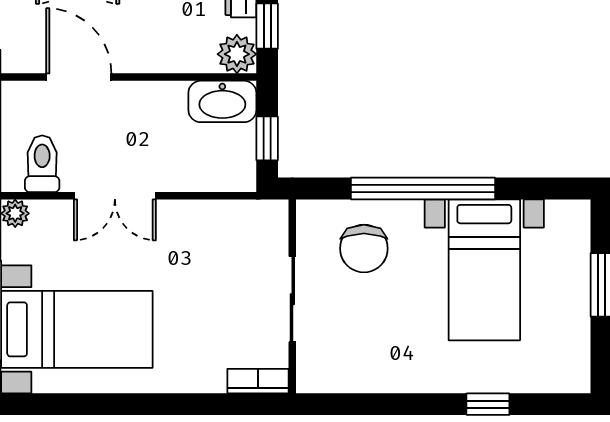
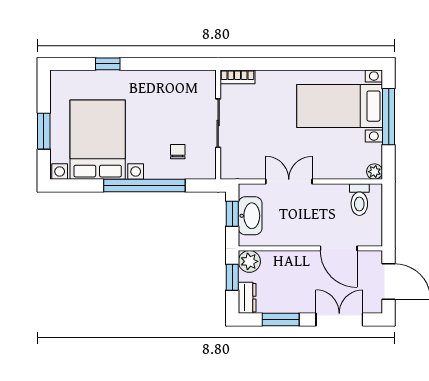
washbasin: (222, 101) -> (250, 216), moved, turned 90
double door: (115, 196) -> (289, 181), moved
chair: (364, 249) -> (178, 152), width x0.54, depth x0.54
bed with nightstands: (484, 270) -> (98, 140), width x1.36

